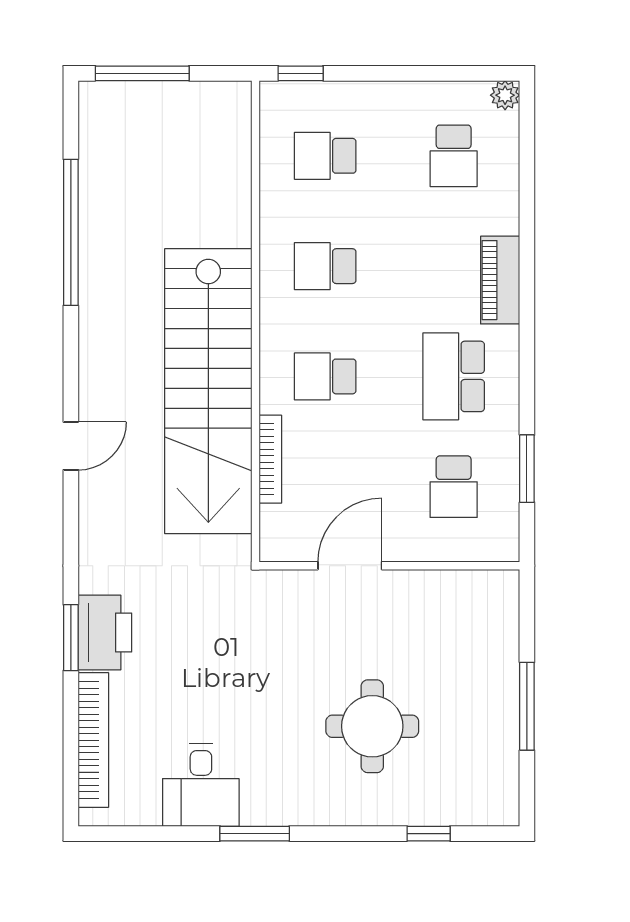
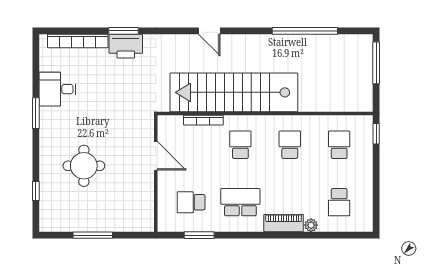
plant: (505, 95) -> (311, 225), moved
school desk: (454, 156) -> (339, 202), turned -90

